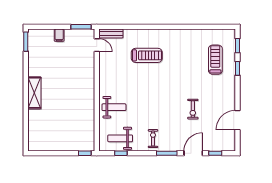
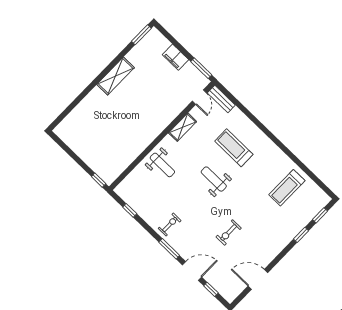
filing cabinet: (59, 35) -> (175, 57), width x2.00
treadmill: (147, 55) -> (234, 148), turned 180
treadmill: (215, 60) -> (287, 188), moved, turned 180
shelving: (104, 73) -> (183, 127), added
shelving: (34, 93) -> (116, 76), moved
weight bench: (120, 138) -> (214, 179), moved

